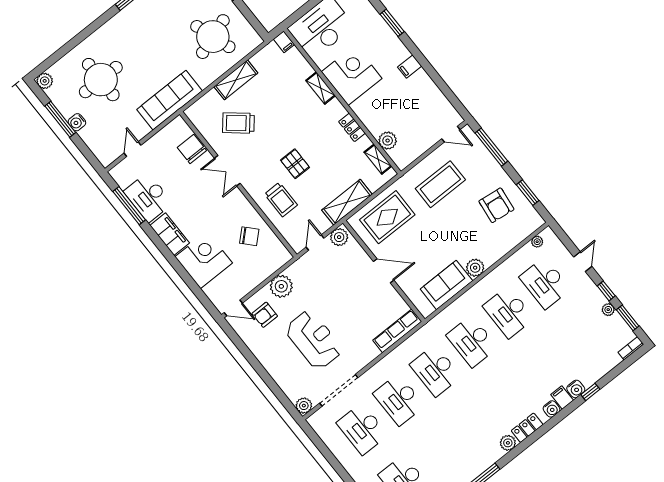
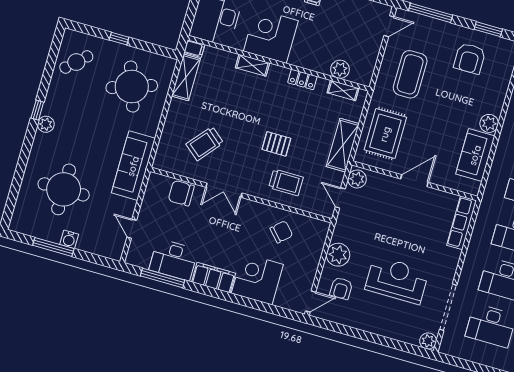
shelving: (236, 80) -> (186, 77), moved
plant: (45, 81) -> (46, 124), moved
armchair: (496, 205) -> (470, 58), turned 83

